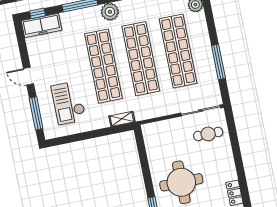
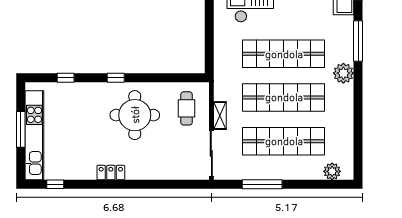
shelving: (122, 119) -> (220, 116), moved
cafe table: (208, 134) -> (187, 108), moved

